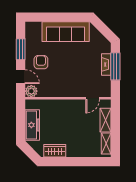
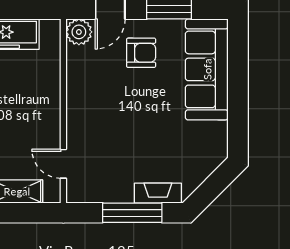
sofa: (66, 32) -> (207, 69), moved
fireplace: (106, 64) -> (158, 193), moved

